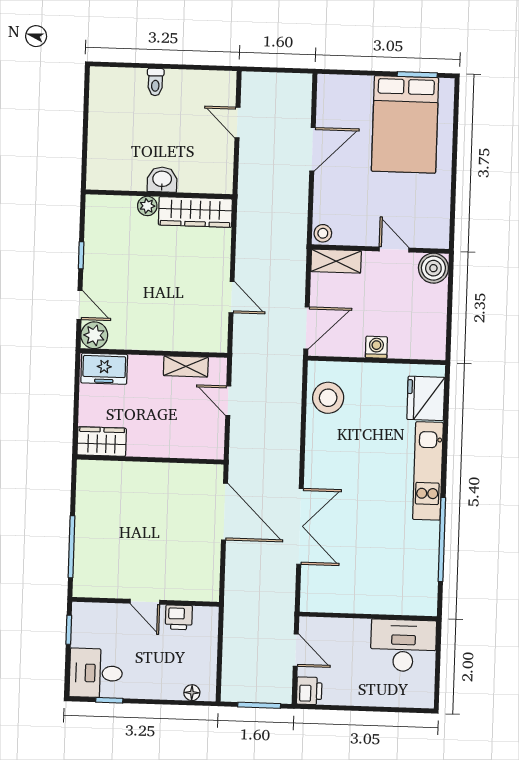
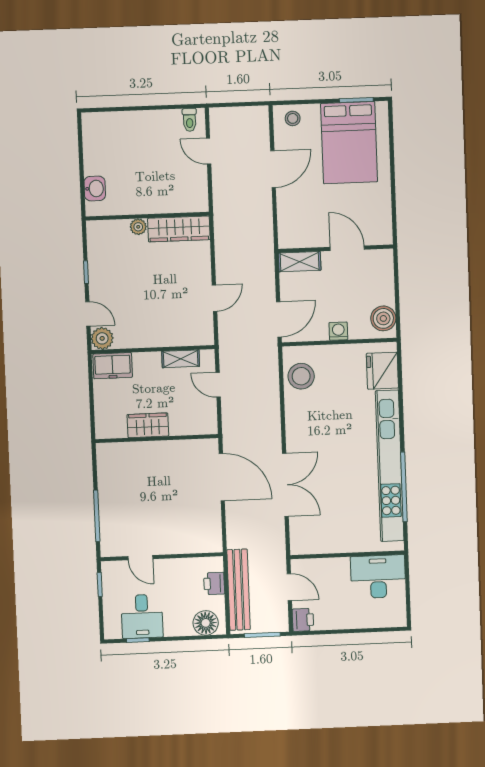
toilet: (155, 82) -> (190, 120), moved
washbasin: (162, 180) -> (95, 189), moved, turned 90
stool: (323, 233) -> (293, 118), moved
door: (394, 249) -> (347, 248), width x1.38
boiler: (433, 268) -> (383, 318), moved
door: (232, 297) -> (215, 298), hinge flipped
wardrobe: (102, 442) -> (148, 425), moved
kitchen unit: (428, 471) -> (390, 466), width x1.86
door: (145, 602) -> (140, 558), moved
printer: (179, 617) -> (214, 583), moved, turned 90
bench: (235, 648) -> (238, 590), added
desk: (96, 673) -> (142, 616), moved, turned -90
floor lamp: (192, 693) -> (206, 623), width x1.89, depth x1.89

